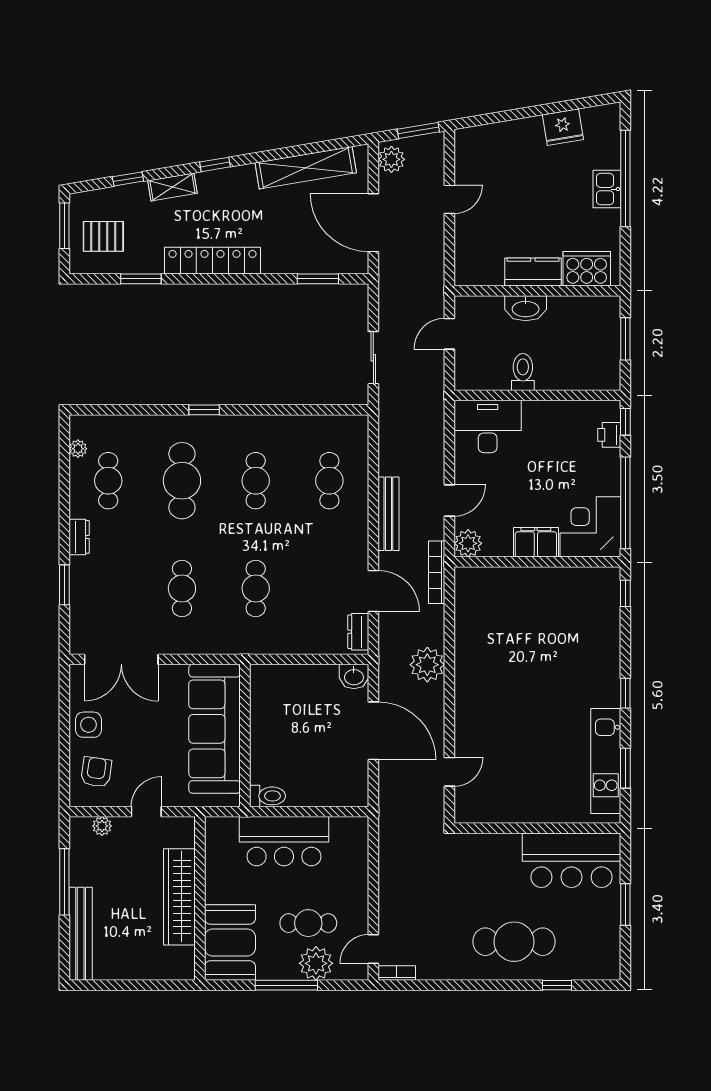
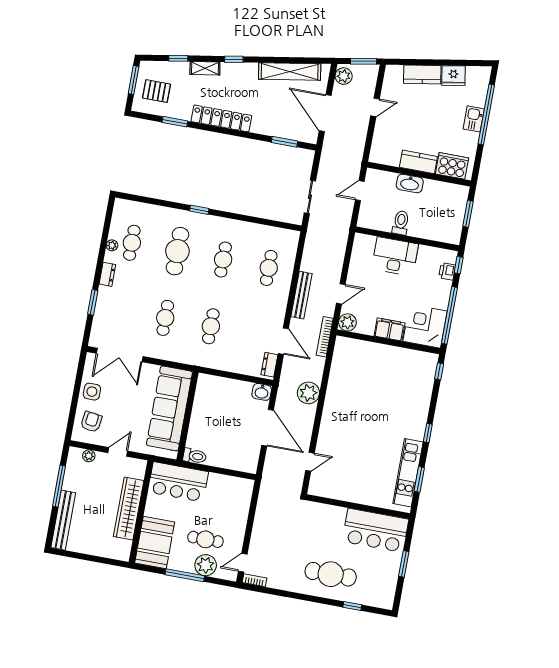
kitchen counter: (514, 134) -> (422, 74), added
desk: (488, 427) -> (395, 256), moved
plant: (78, 449) -> (112, 245), moved
bar counter: (284, 841) -> (178, 482), moved

